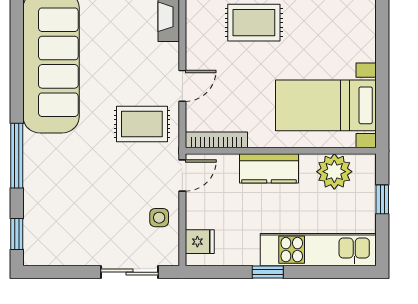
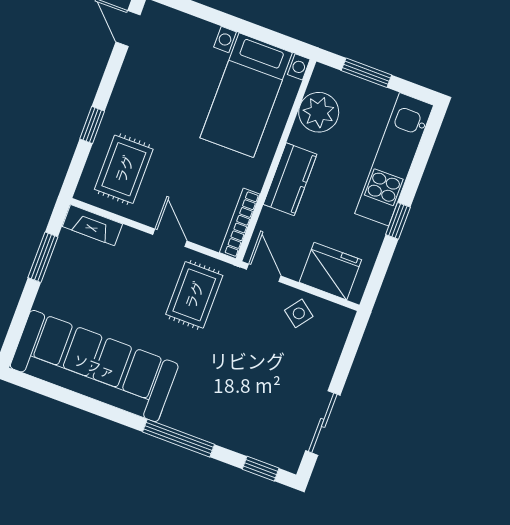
rug: (254, 23) -> (124, 169), moved
window: (382, 199) -> (366, 73), width x1.50
side table: (159, 218) -> (299, 313), turned 37
fridge: (200, 242) -> (330, 271), width x1.88, depth x1.34
sliding door: (130, 272) -> (323, 423), moved

